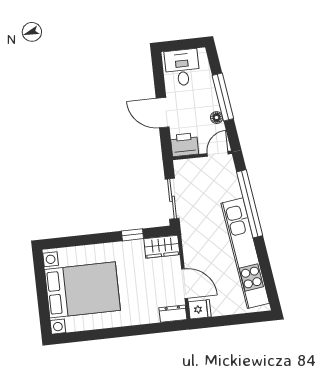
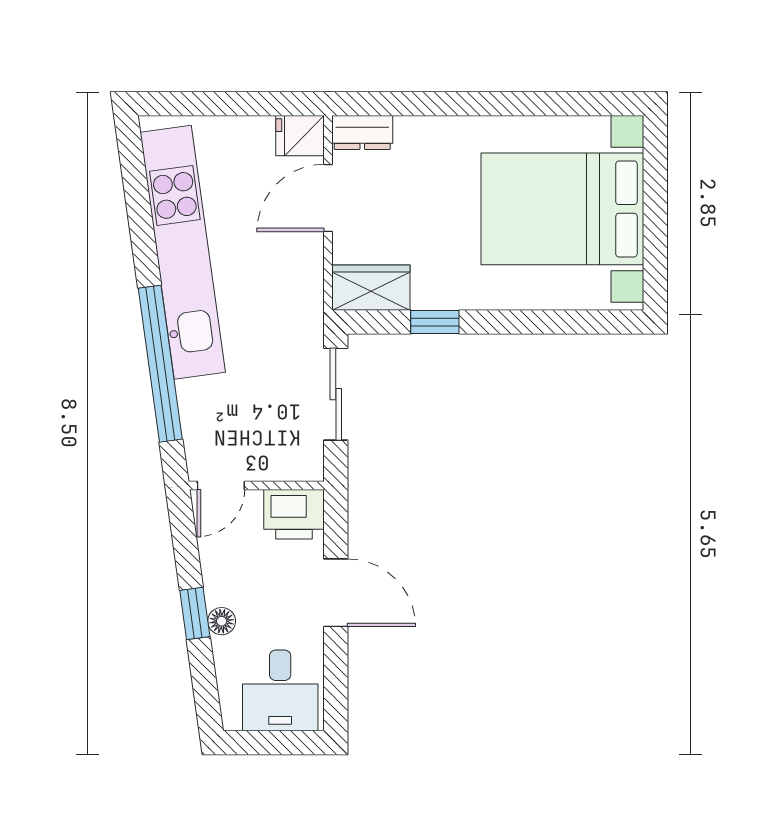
window: (223, 97) -> (195, 613), width x0.46
floor lamp: (217, 118) -> (222, 621), moved
door: (185, 284) -> (328, 198), hinge flipped

